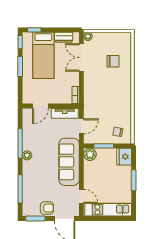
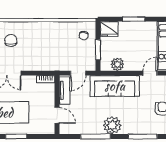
door: (81, 126) -> (78, 73), swing flipped
plant: (90, 154) -> (117, 64), moved
plant: (27, 155) -> (112, 125), width x1.88, depth x1.88

